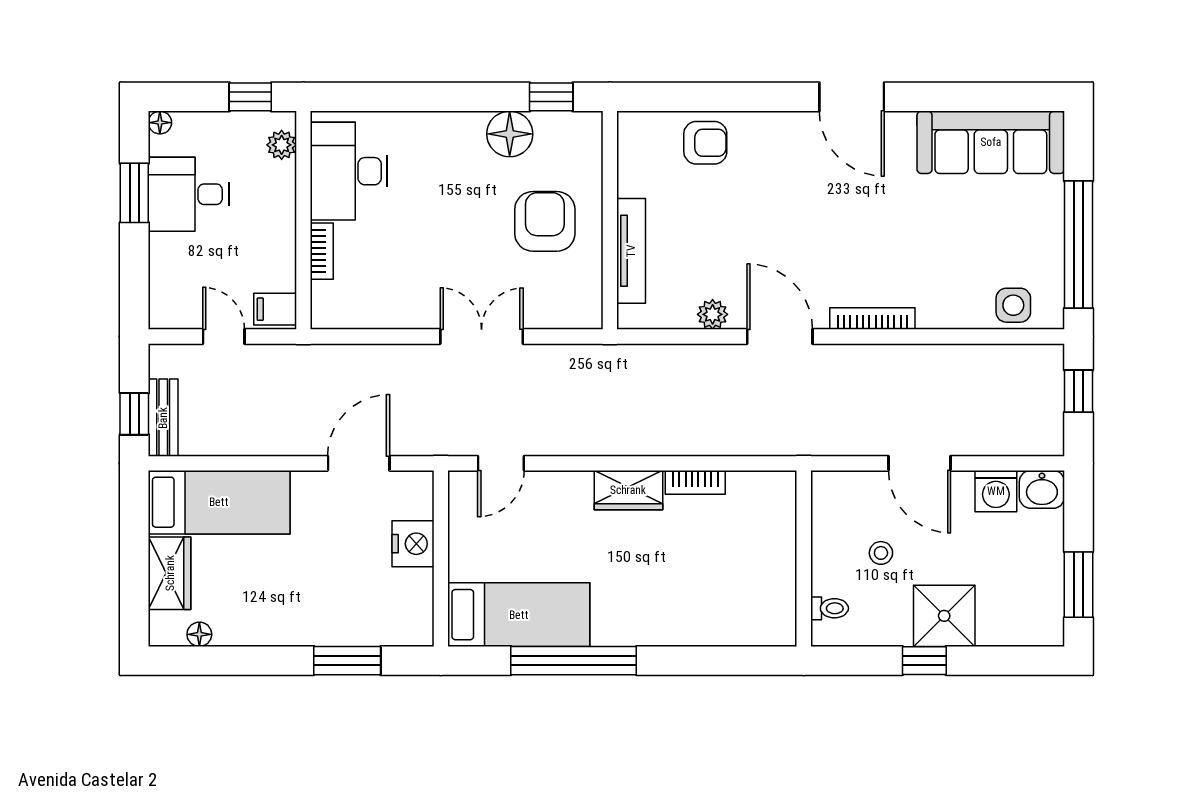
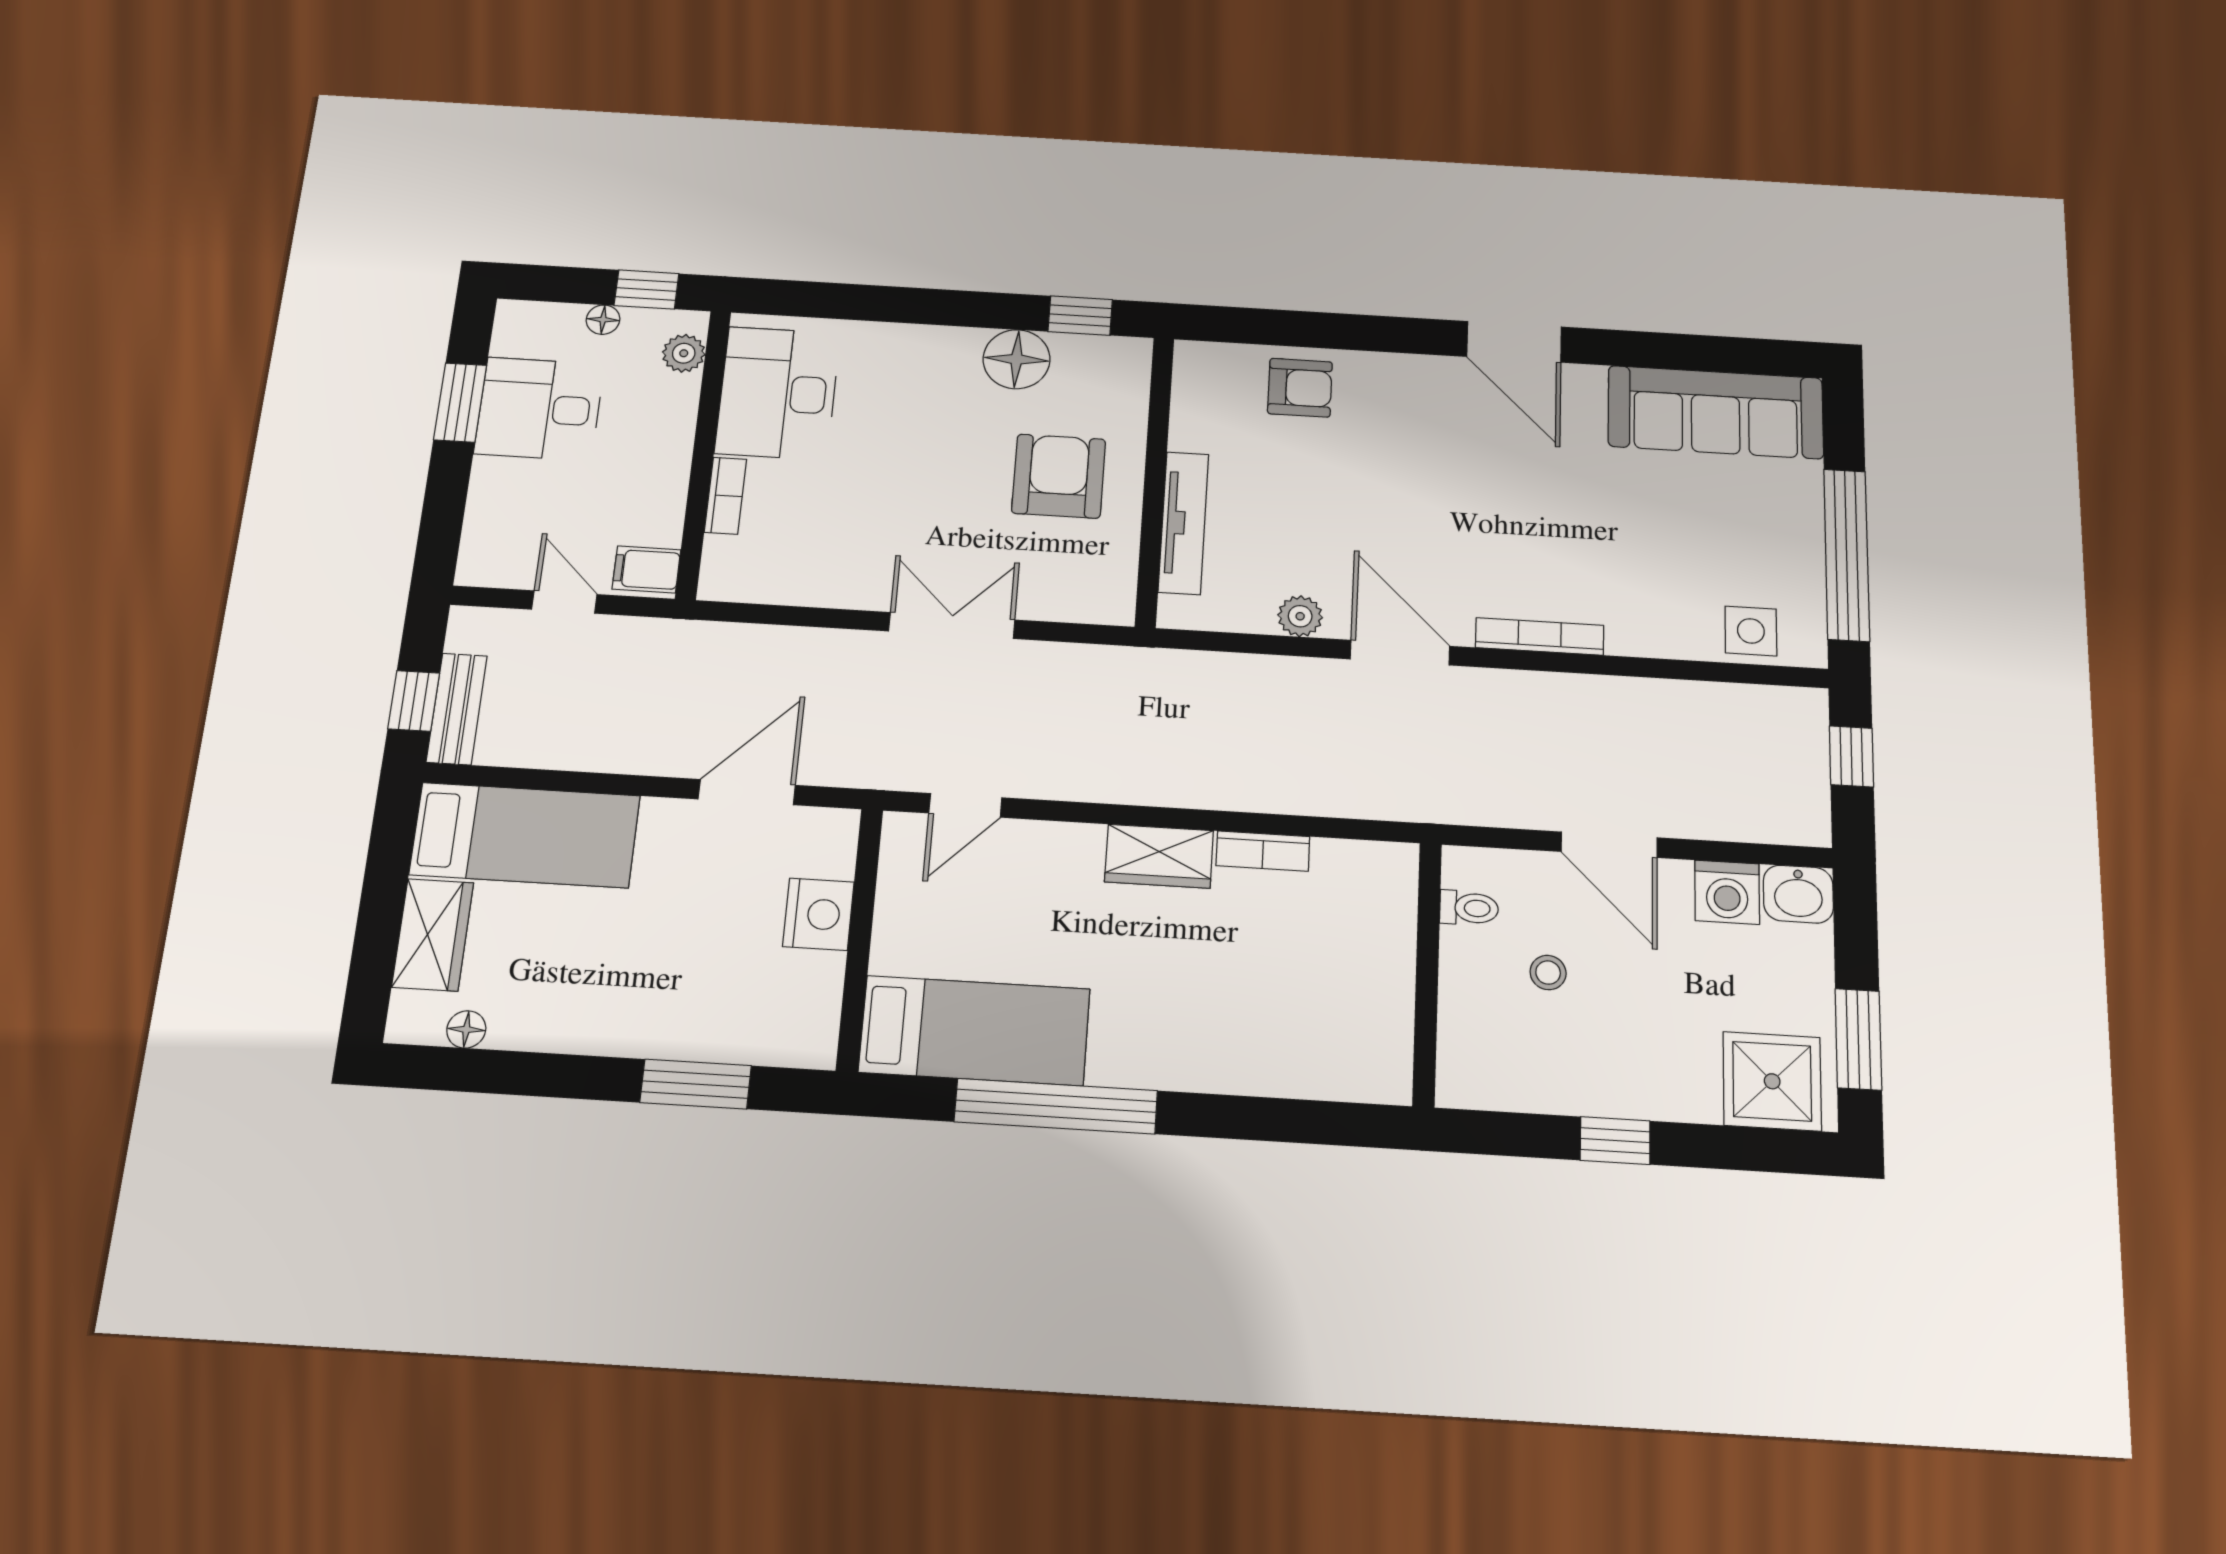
floor lamp: (160, 123) -> (603, 320), moved
toilet: (830, 608) -> (1469, 908), moved
shower: (944, 616) -> (1772, 1081), moved

